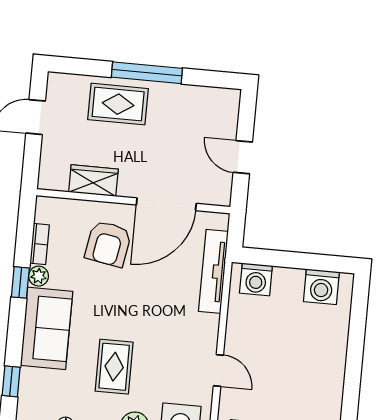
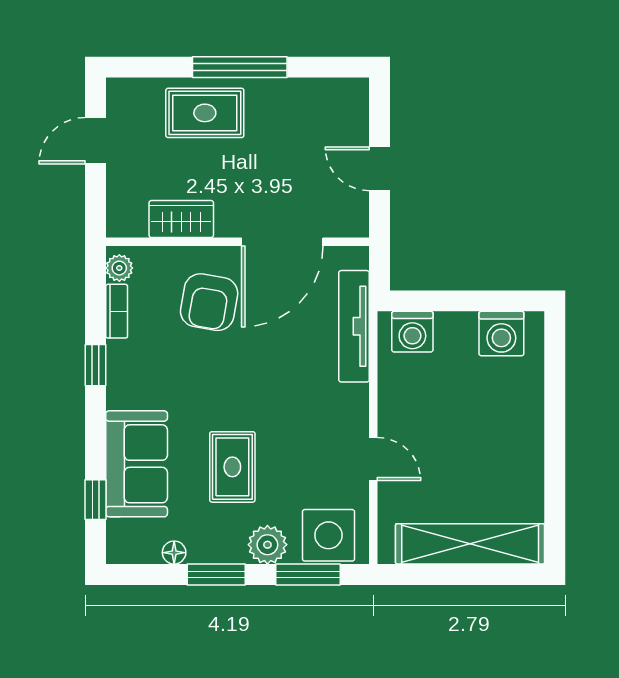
plant: (39, 276) -> (119, 268), moved
sofa: (47, 328) -> (137, 464), moved

